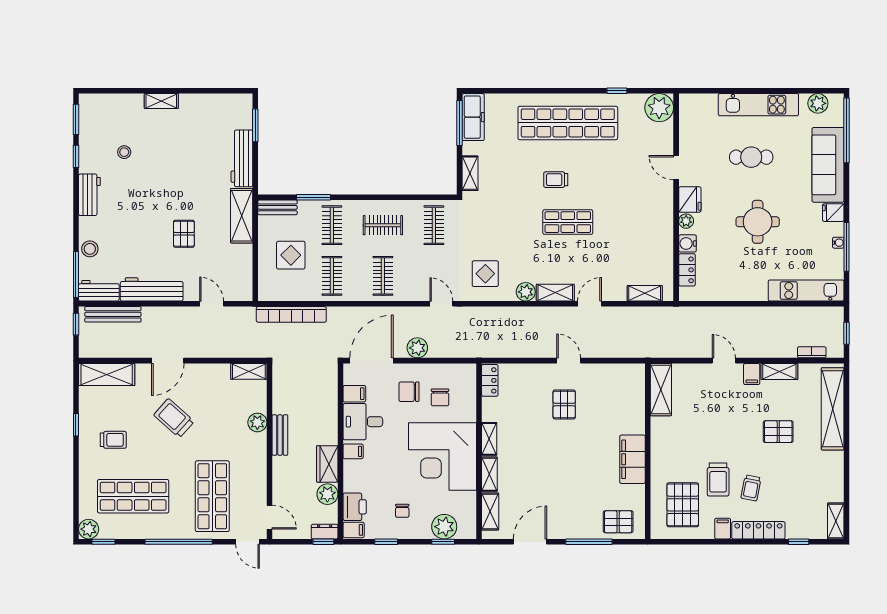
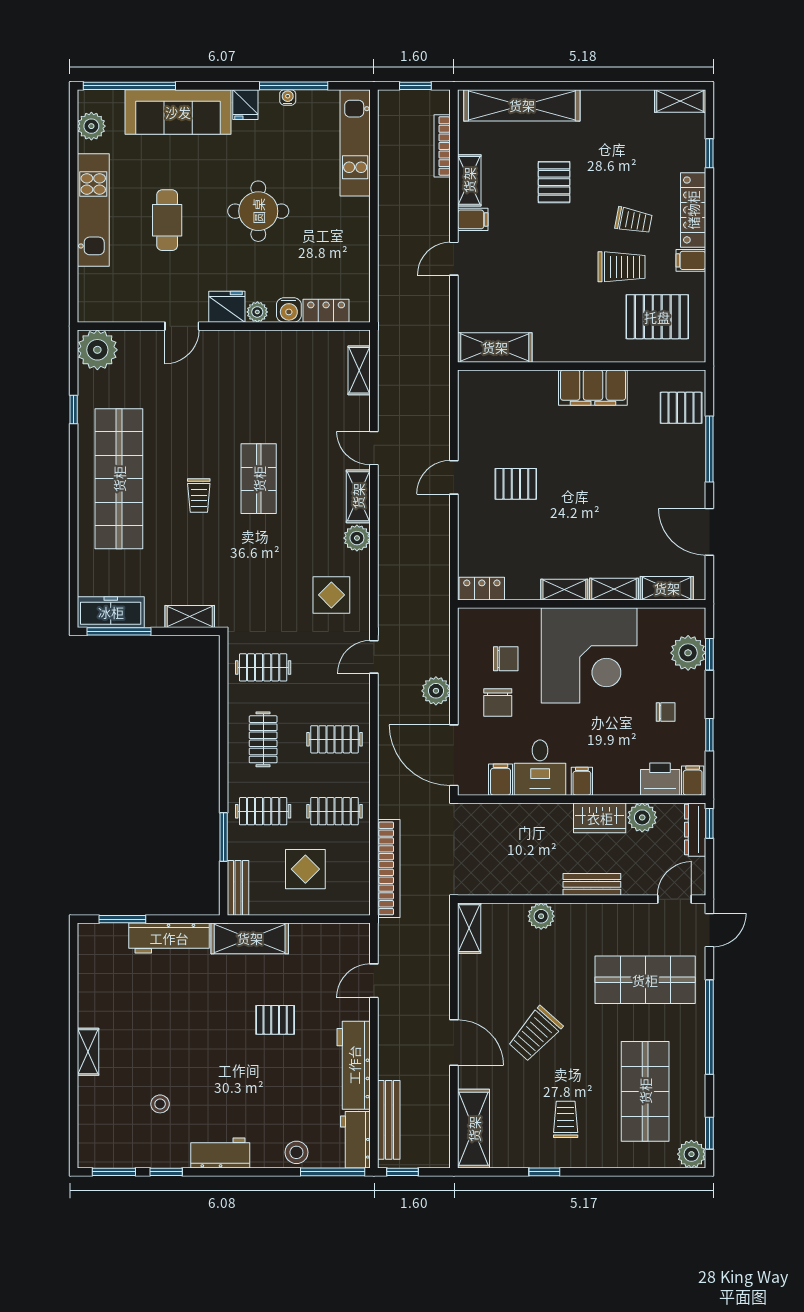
bookcase: (812, 352) -> (442, 146), width x1.56
bench: (280, 435) -> (592, 884), moved
pallet: (618, 522) -> (681, 408), turned 90
dresser: (325, 532) -> (695, 830), width x1.44

